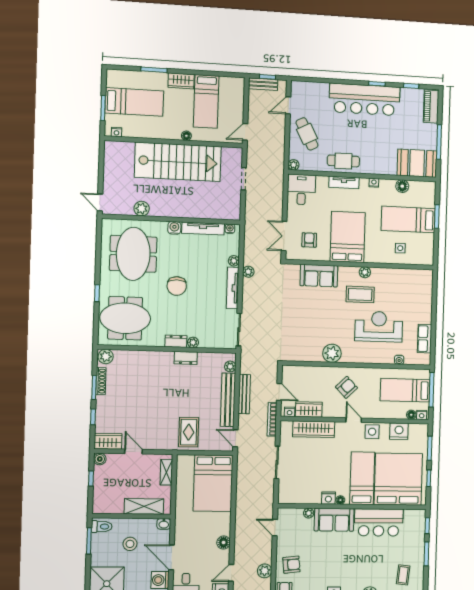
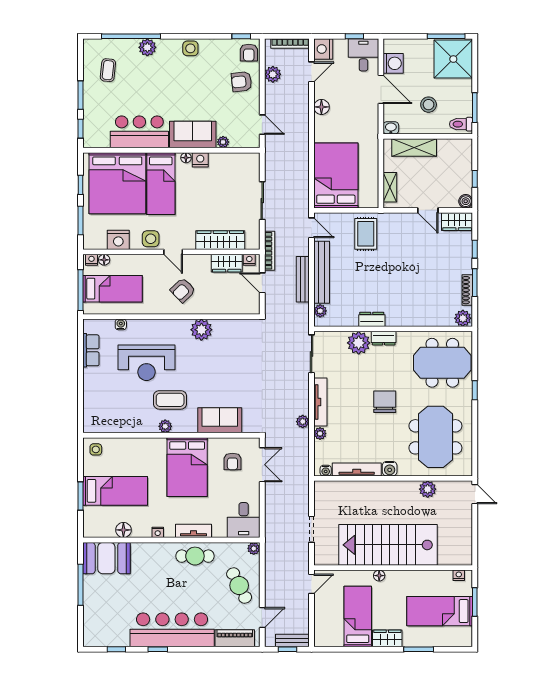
piano: (431, 106) -> (235, 638), moved, turned -90
side table: (400, 248) -> (96, 449), moved
plant: (193, 342) -> (359, 343), width x1.87, depth x1.87

